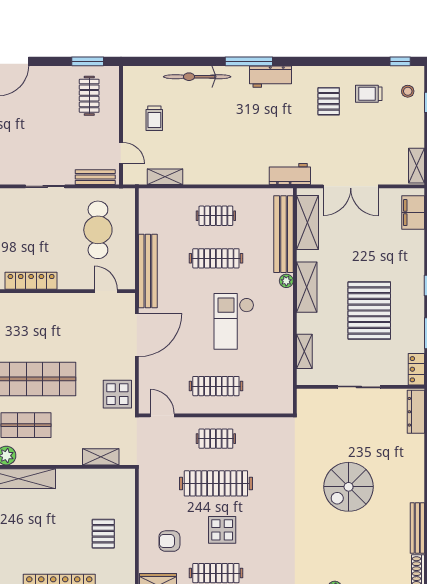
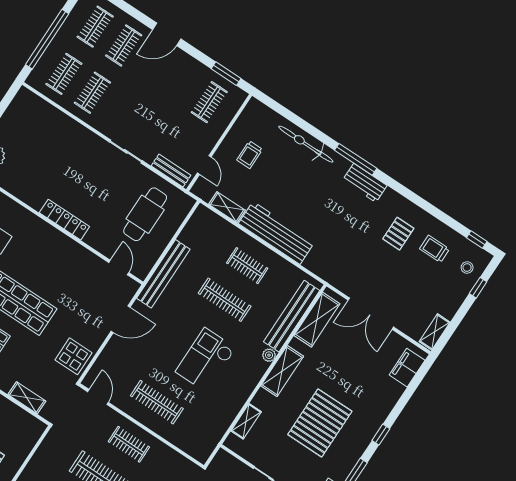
workbench: (290, 174) -> (276, 233), moved, width x1.88, depth x1.32
door: (137, 335) -> (121, 319), width x0.73

